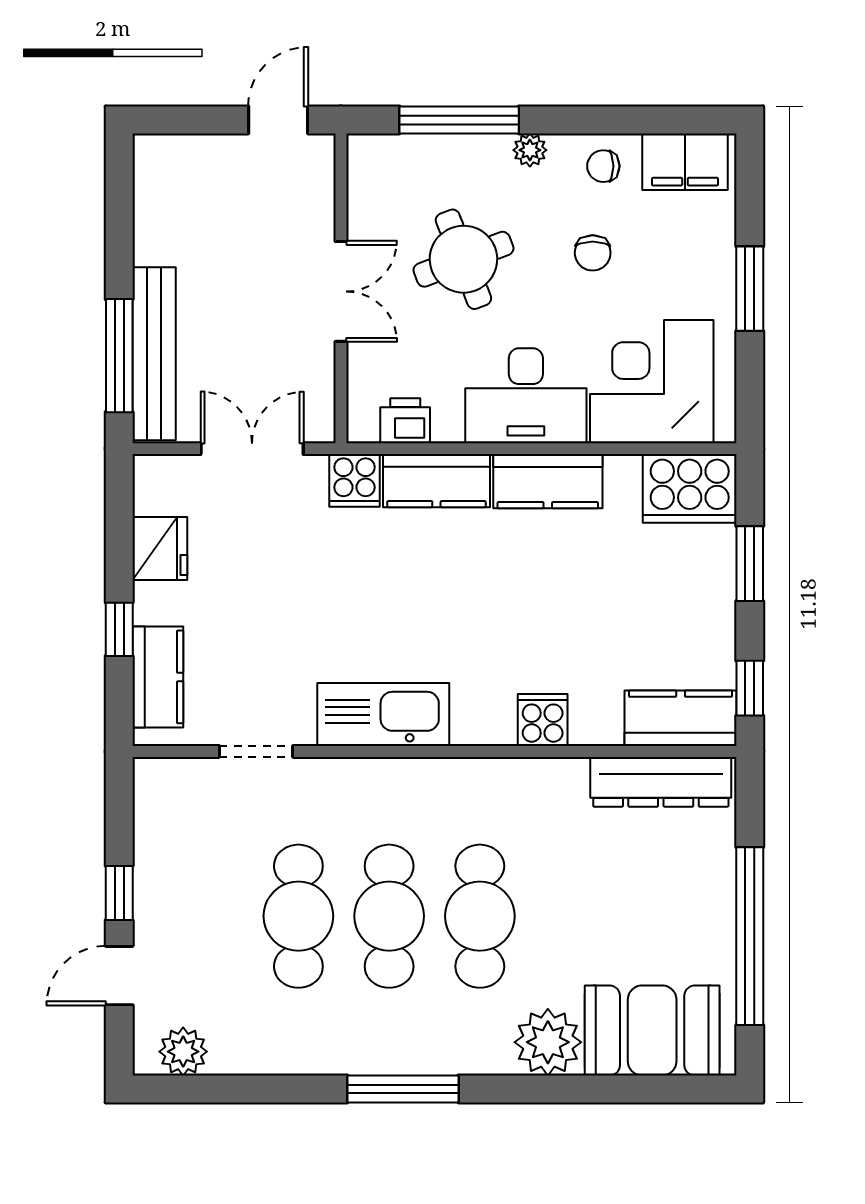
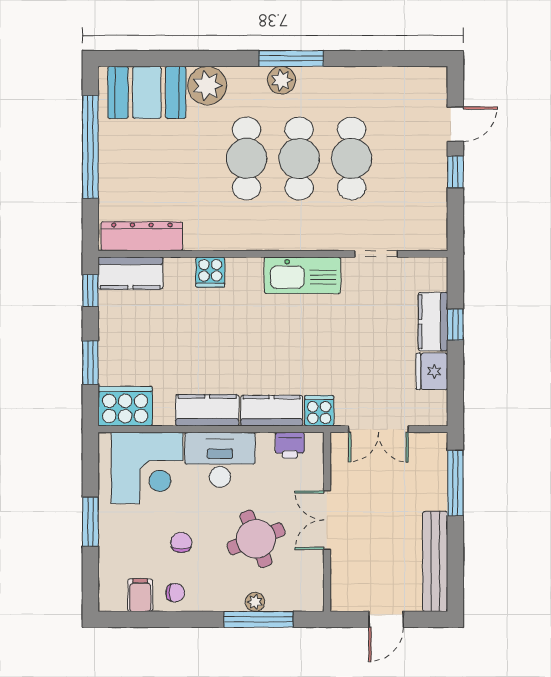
door: (278, 120) -> (386, 619), moved
plant: (530, 150) -> (255, 602), moved
filing cabinet: (685, 162) -> (140, 595), width x0.50
bench: (154, 354) -> (435, 561), moved
kitchen counter: (158, 677) -> (433, 322), moved
plant: (183, 1052) -> (282, 80), moved

